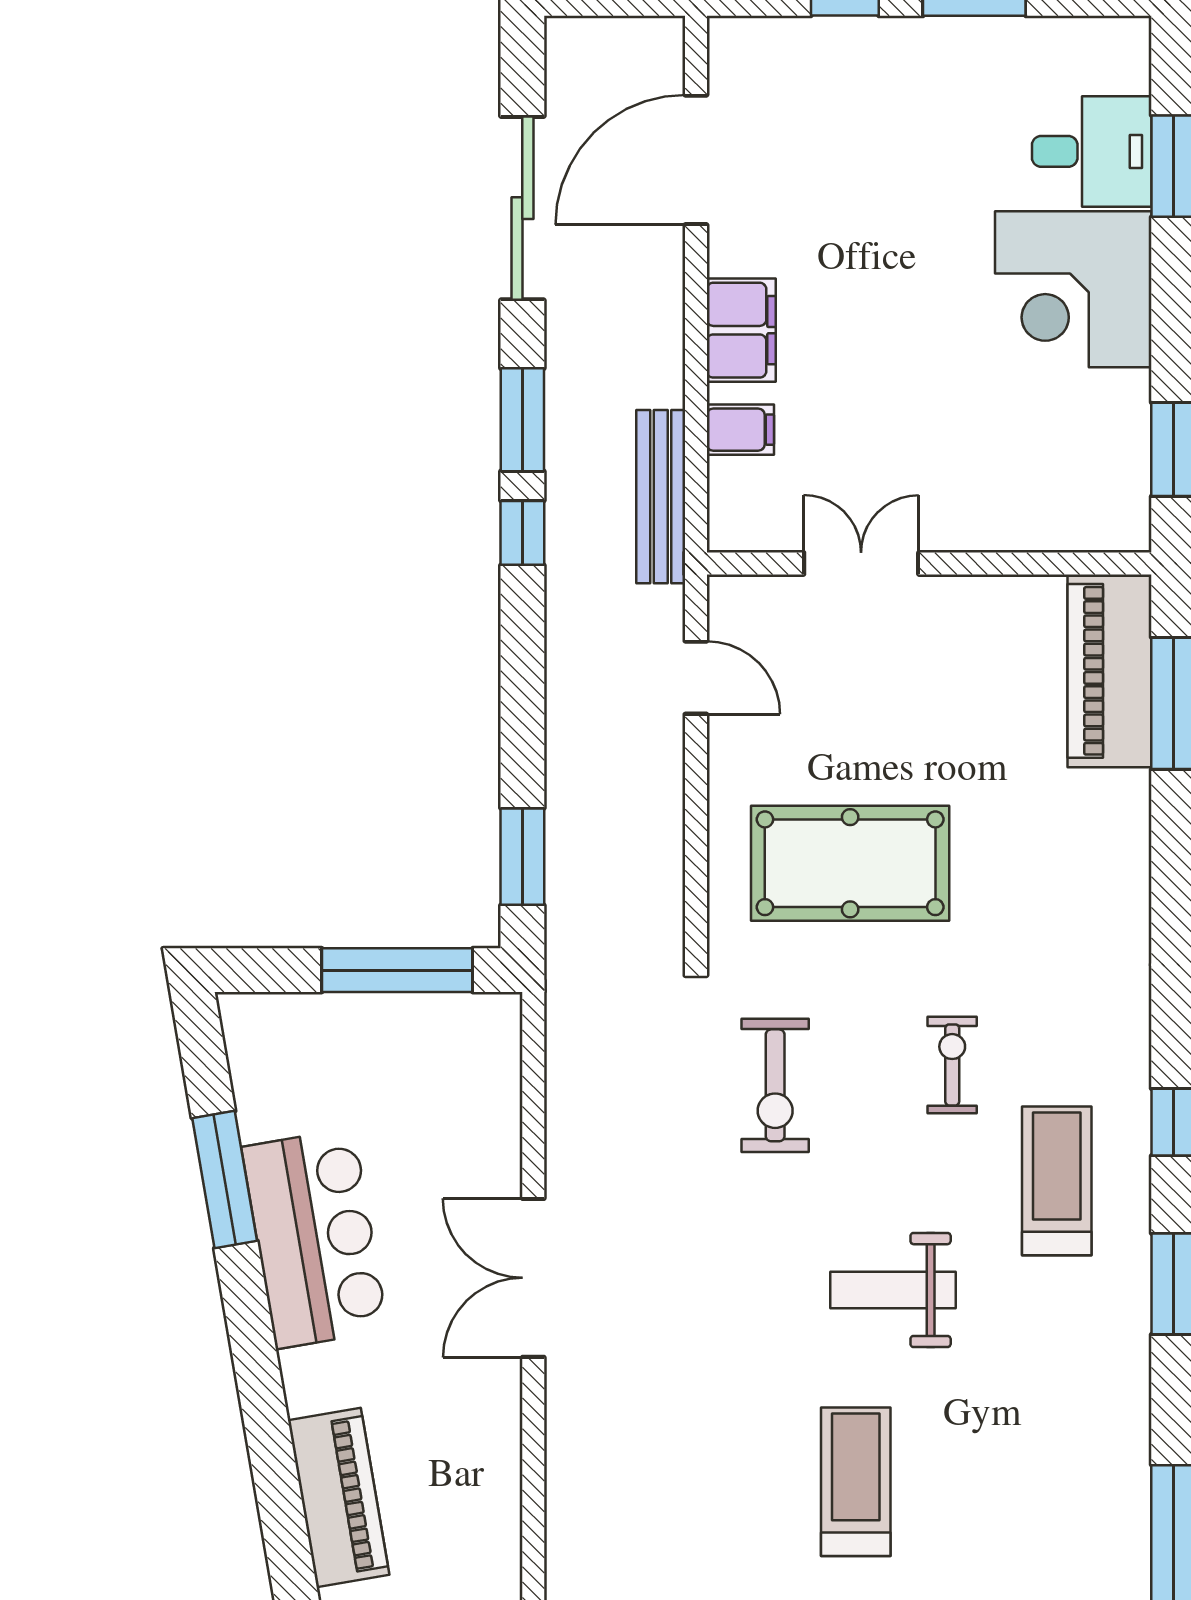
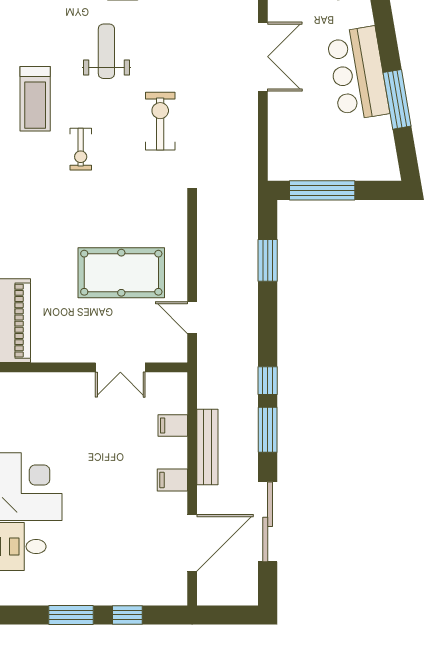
filing cabinet: (741, 330) -> (172, 480), width x0.50
bench: (661, 497) -> (207, 447), moved
window: (522, 857) -> (268, 260), moved
pool table: (850, 863) -> (121, 273), moved
exercise bike: (775, 1085) -> (160, 121), moved
weight bench: (893, 1290) -> (106, 51), turned -90

